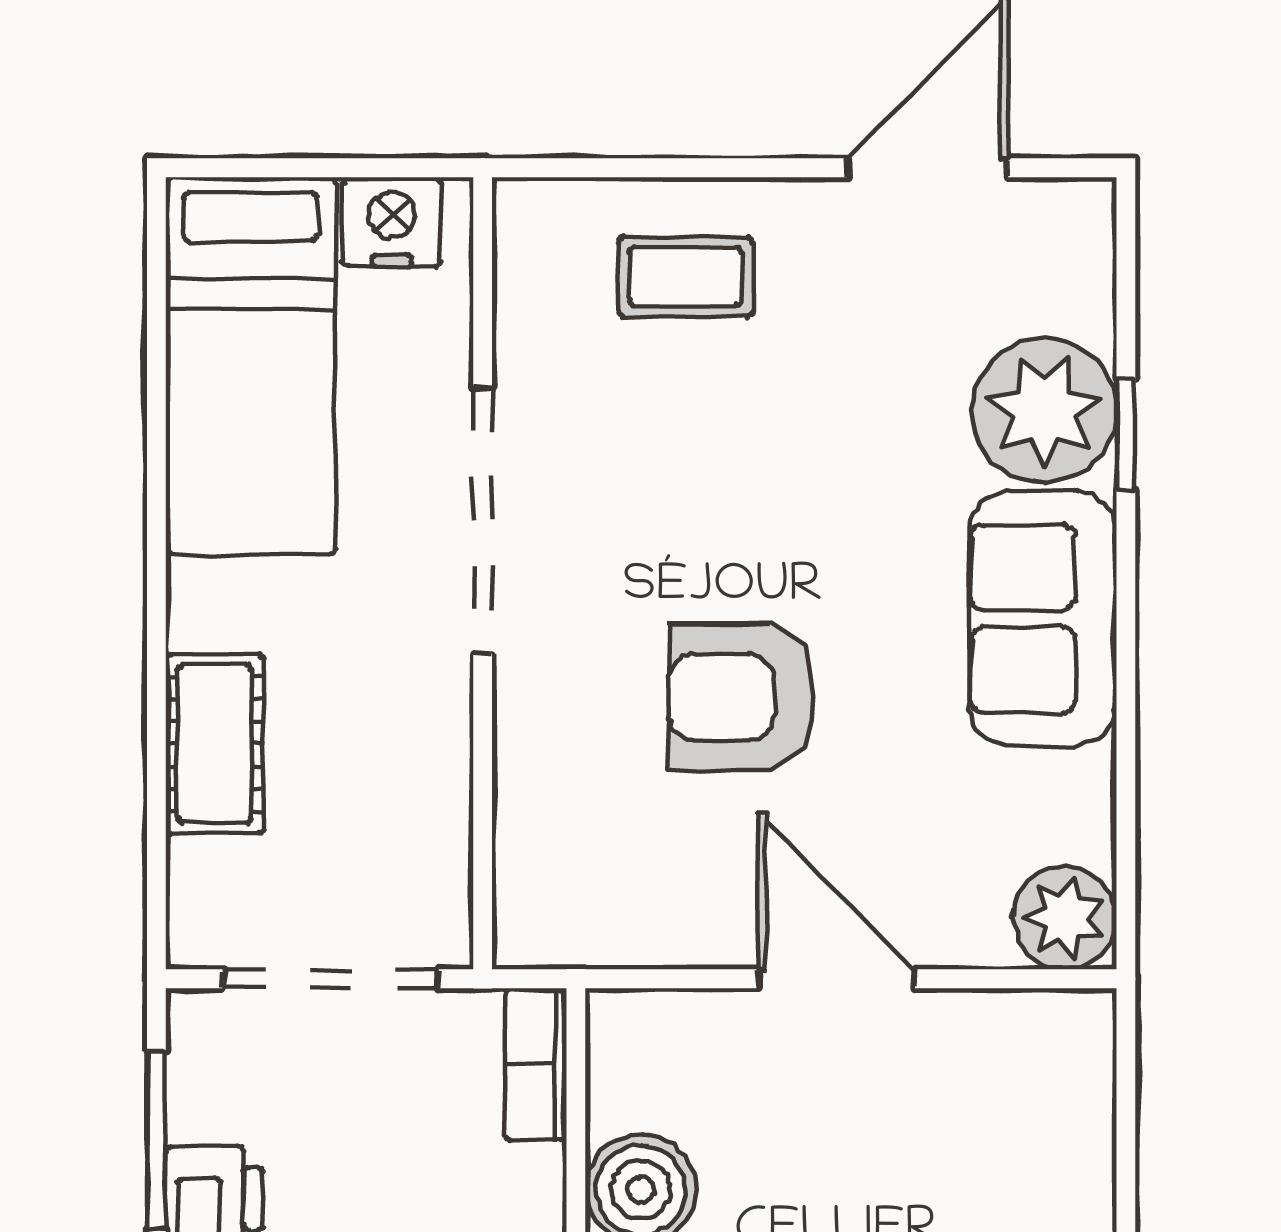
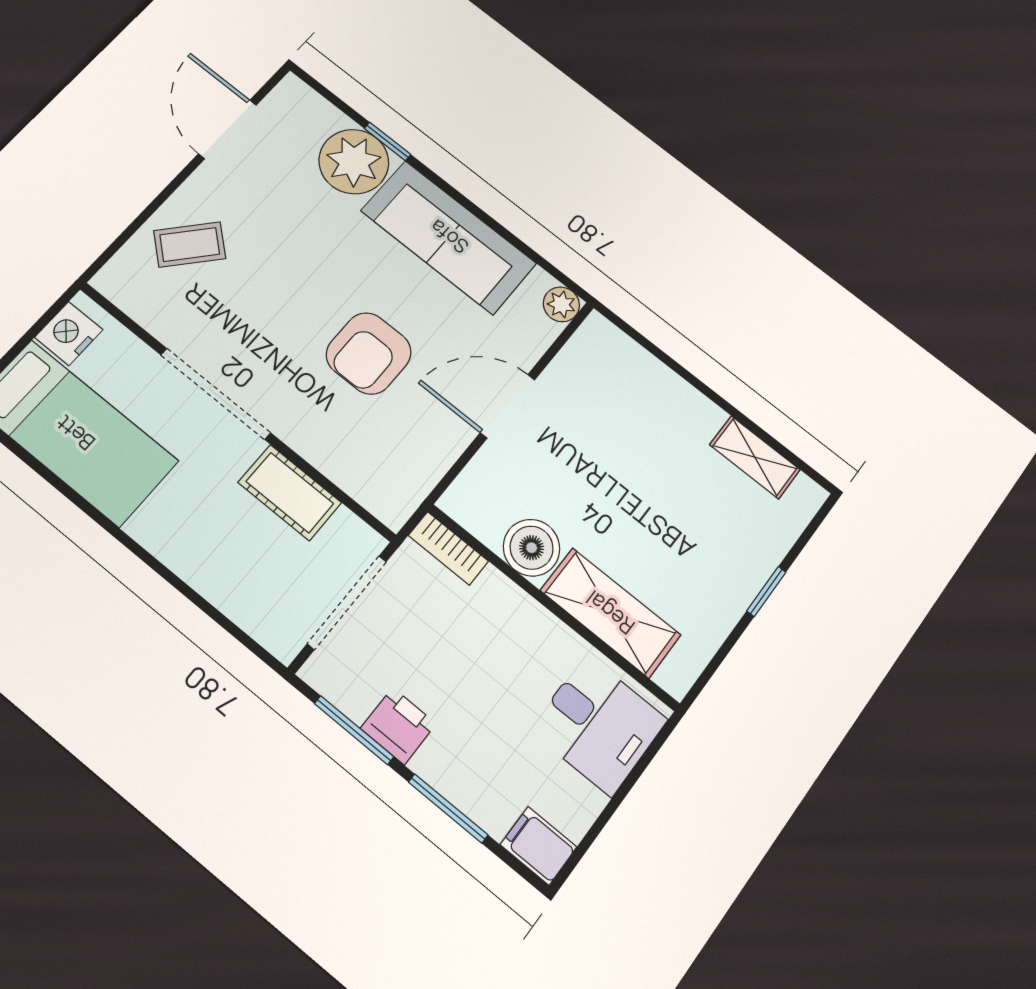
coffee table: (685, 277) -> (190, 245), turned 41
sofa: (1042, 618) -> (449, 237), width x1.36
cot: (215, 744) -> (290, 493), moved
plant: (1065, 918) -> (561, 304), width x0.73, depth x0.73

